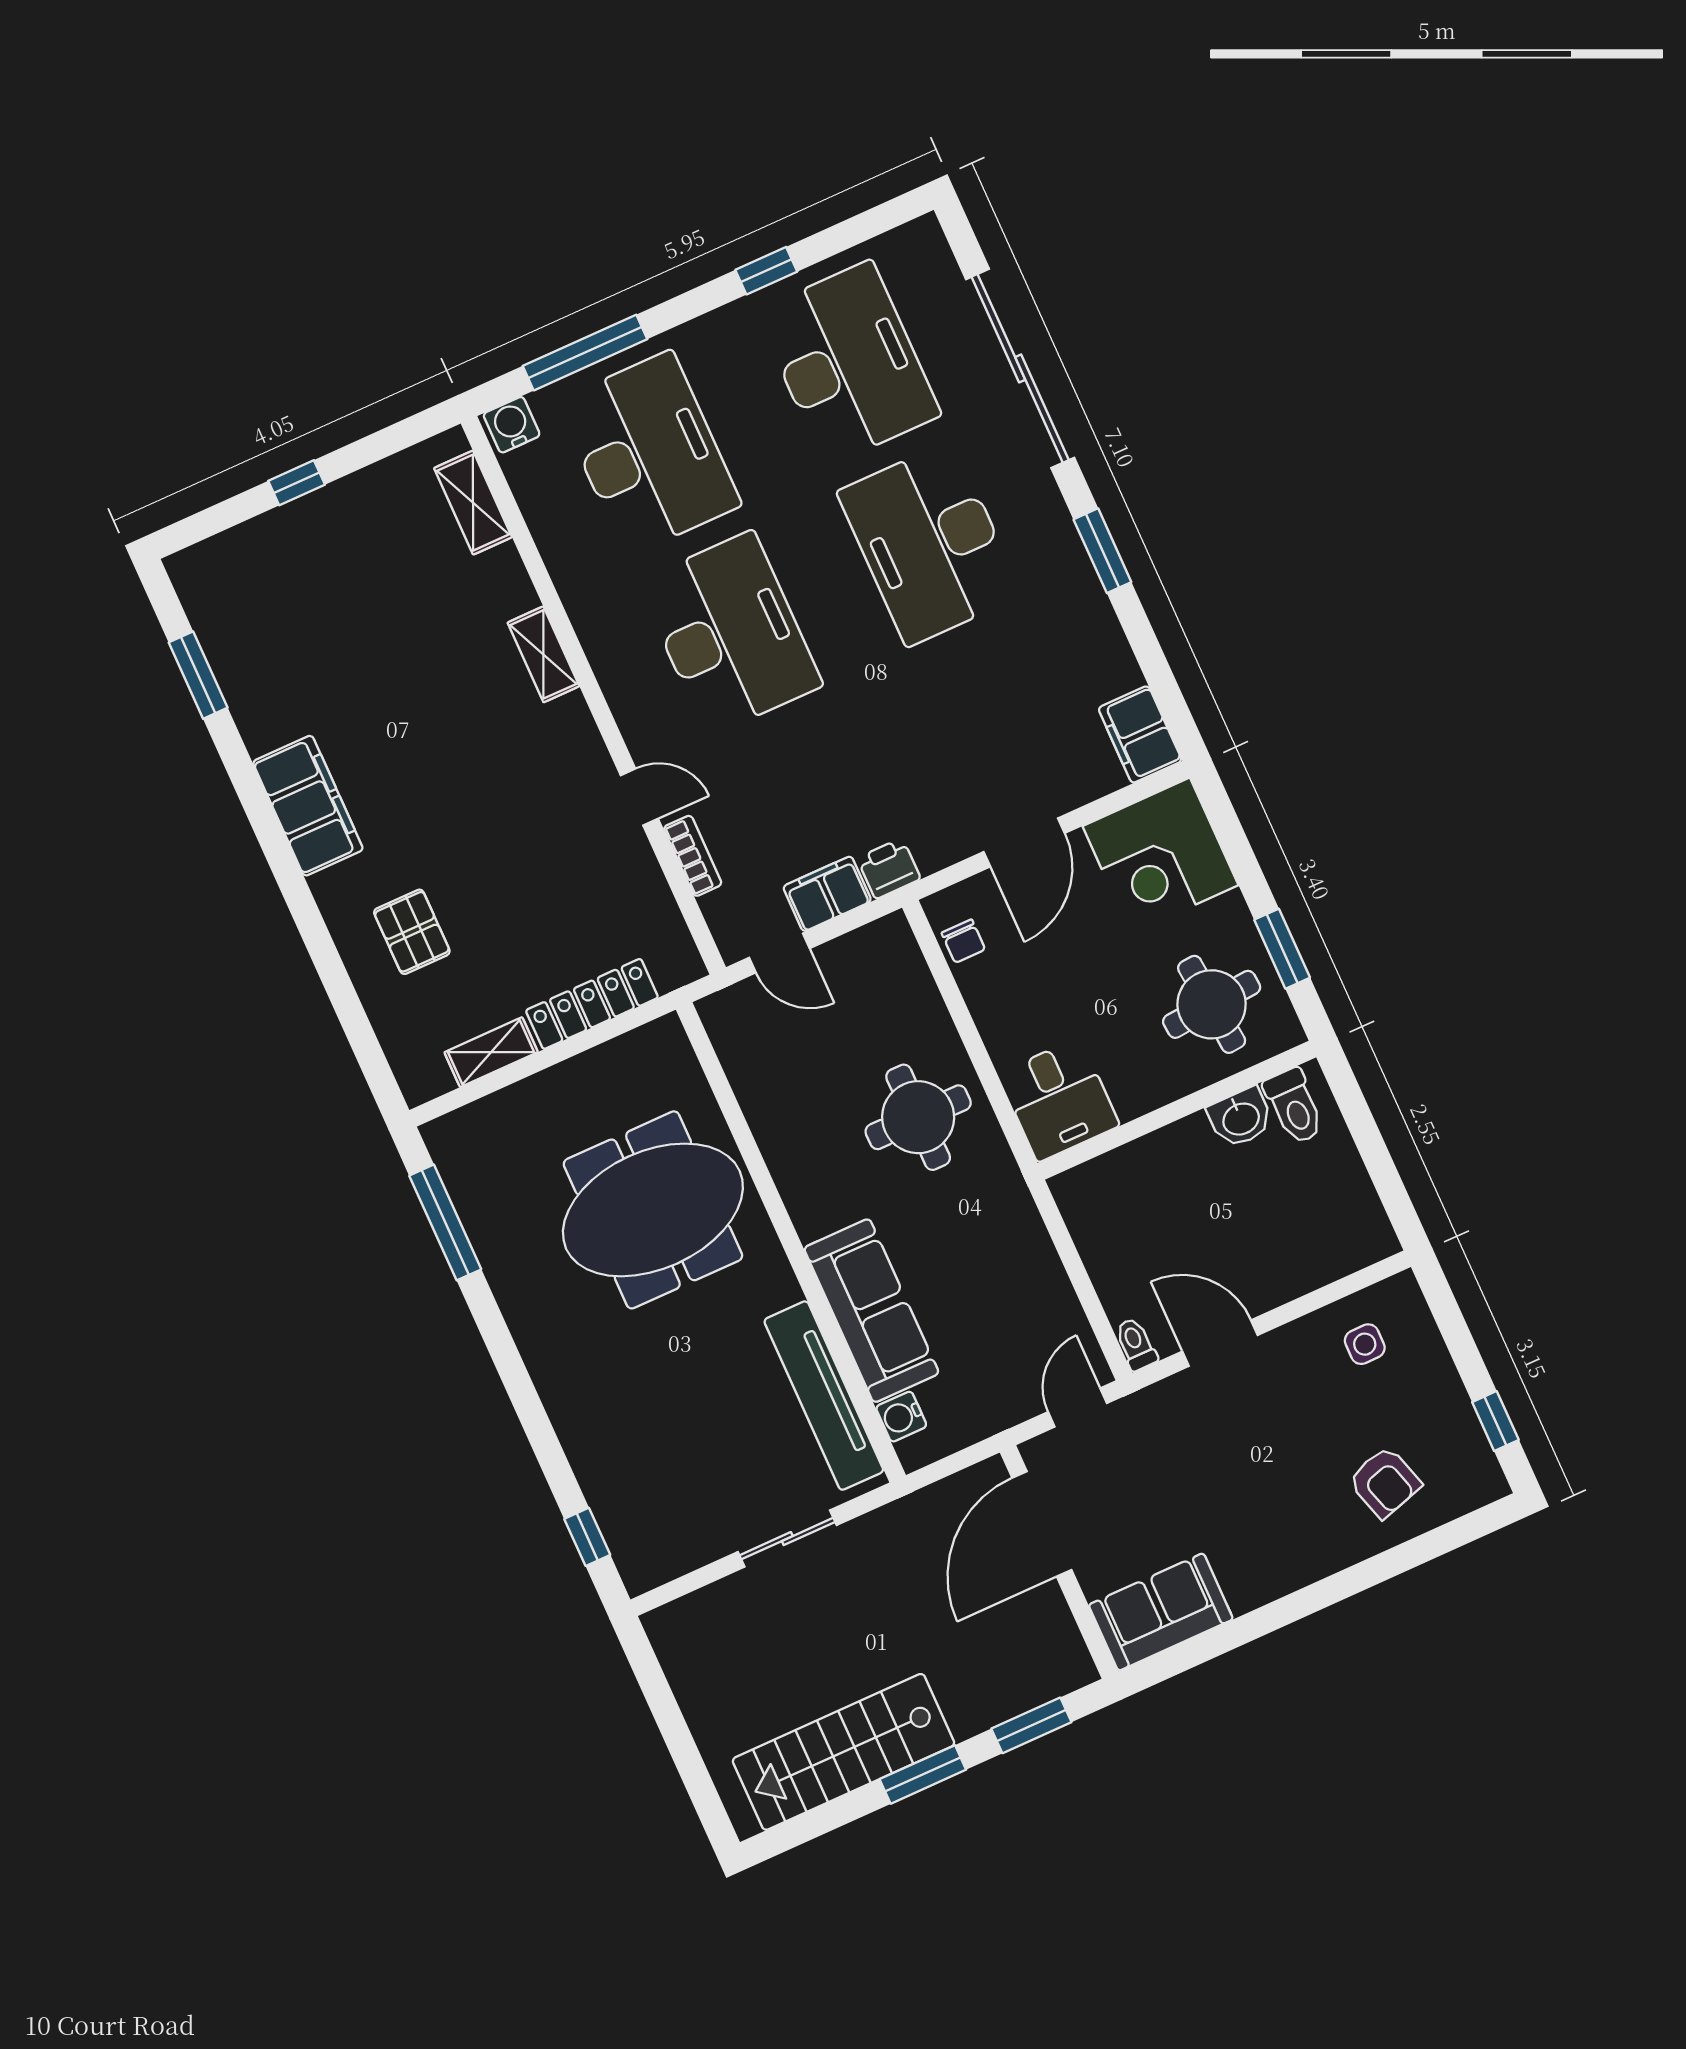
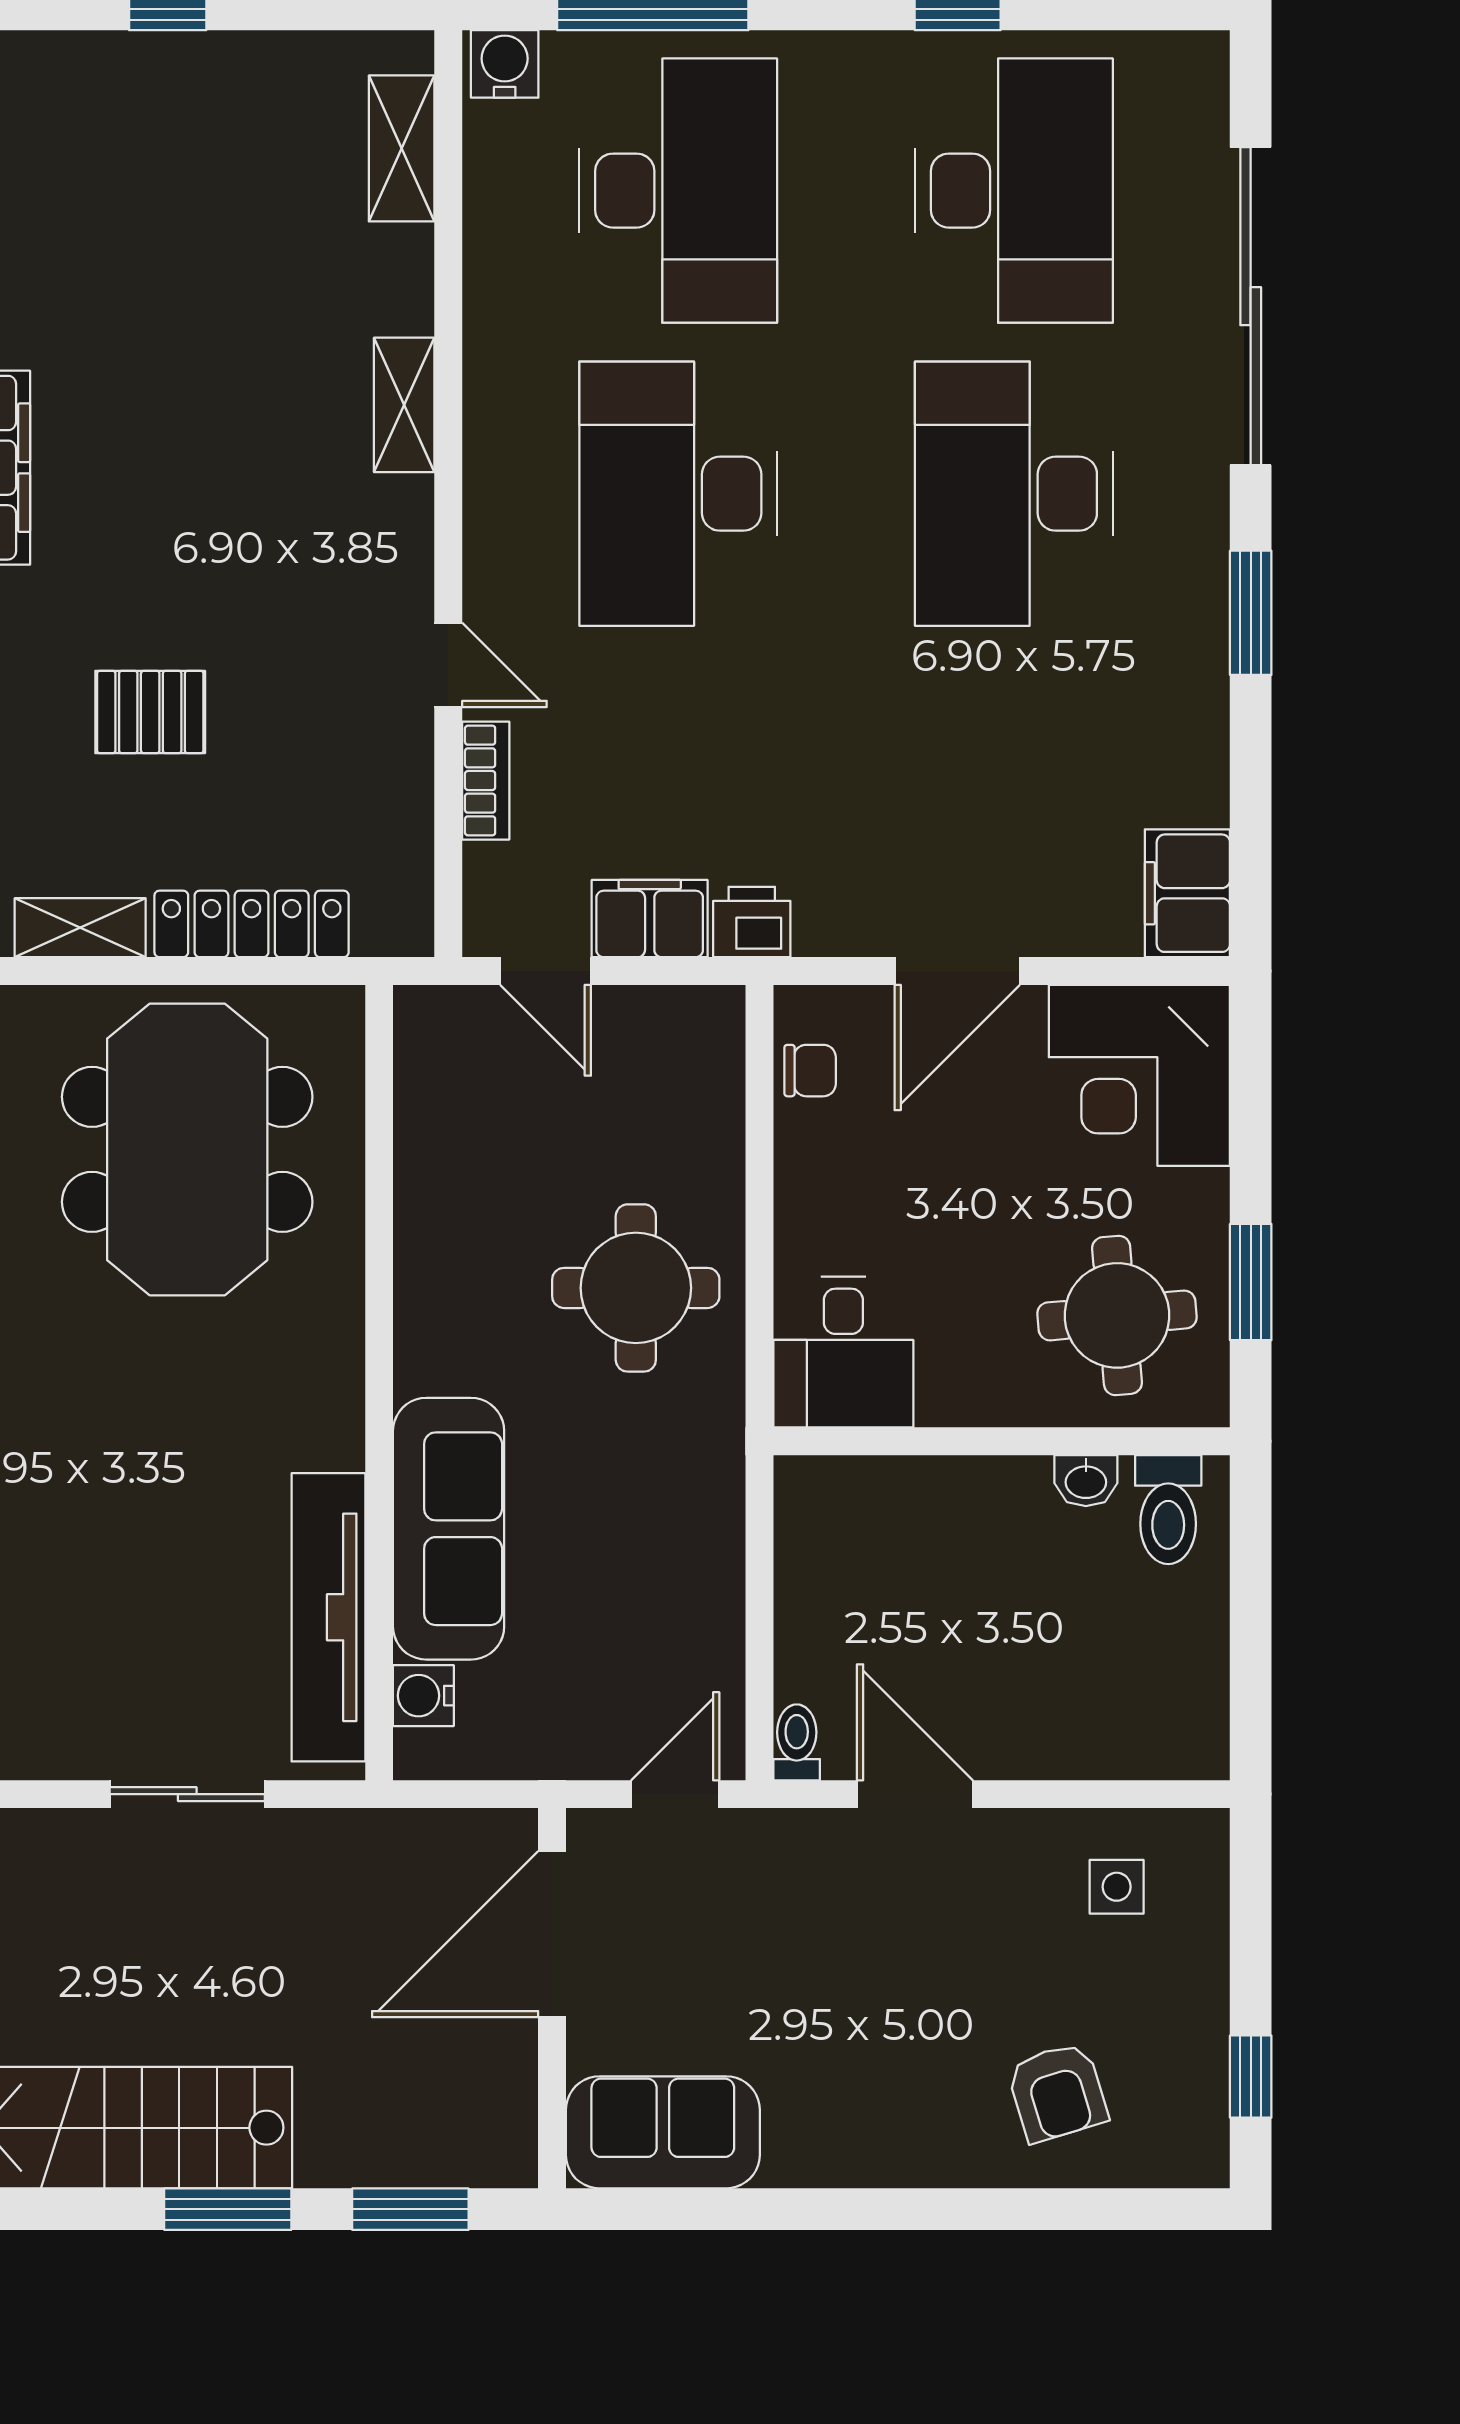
desk: (730, 634) -> (678, 494), turned 180
pallet: (412, 932) -> (150, 712), moved, turned 90
chair: (963, 941) -> (810, 1071), turned -90
washbasin: (1241, 1118) -> (1086, 1481), width x0.72, depth x0.69
meeting table: (653, 1210) -> (187, 1149), moved, turned 90

